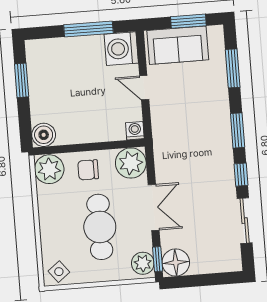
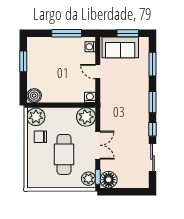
washing machine: (121, 49) -> (90, 47), width x0.53, depth x0.53
chair: (88, 170) -> (40, 137), moved
side table: (59, 272) -> (37, 180), removed

